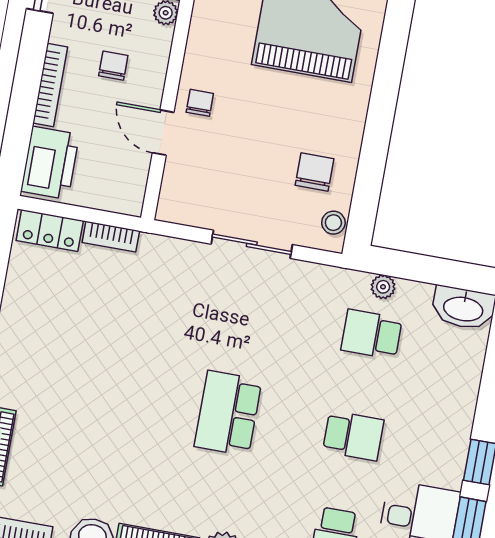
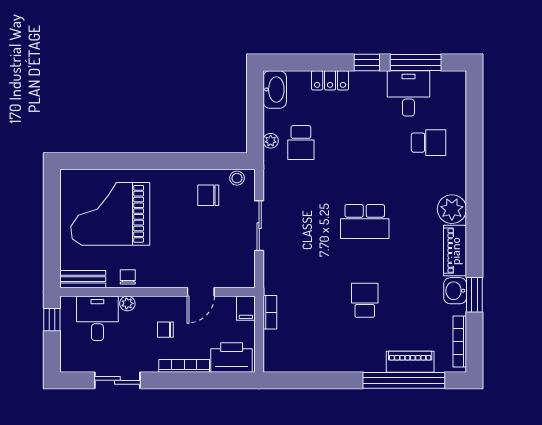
chair: (200, 103) -> (128, 277), moved, turned 90
filing cabinet: (124, 200) -> (246, 308), added
locker: (50, 231) -> (330, 80), moved, turned 90
school desk: (353, 436) -> (365, 300), moved

